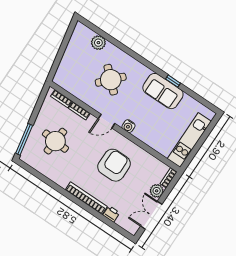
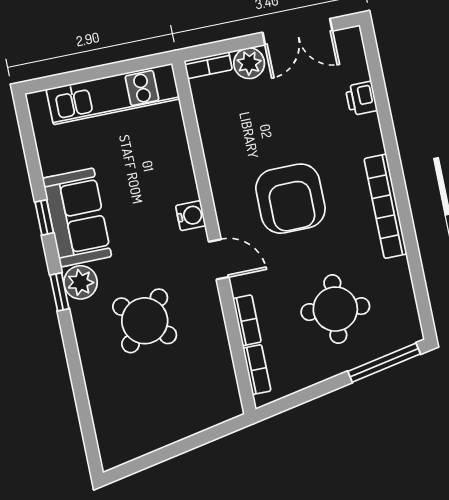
plant: (98, 43) -> (81, 282), moved
window: (146, 63) -> (60, 292), added
armchair: (114, 165) -> (290, 199), moved, turned -90
bookcase: (86, 198) -> (385, 206), moved

